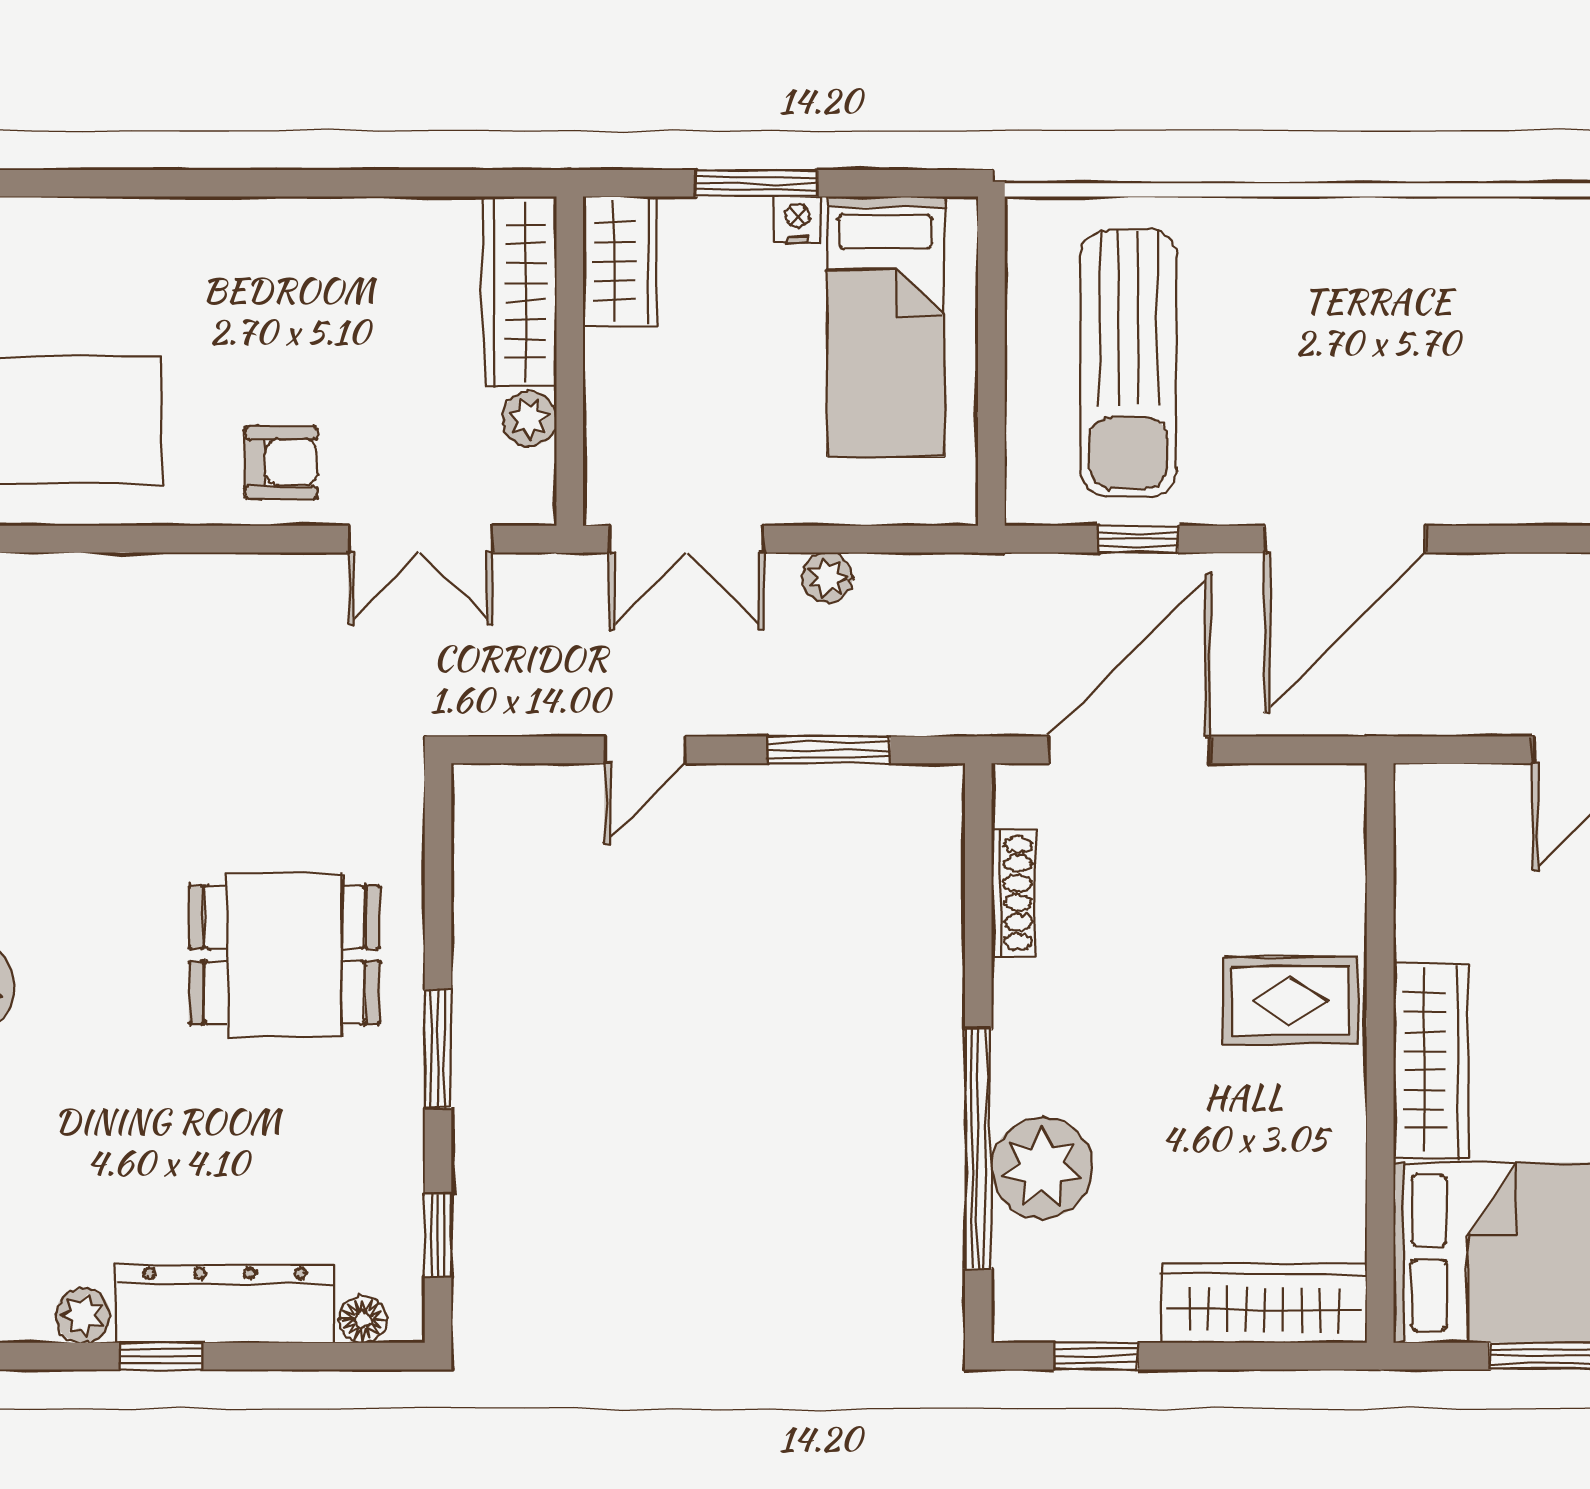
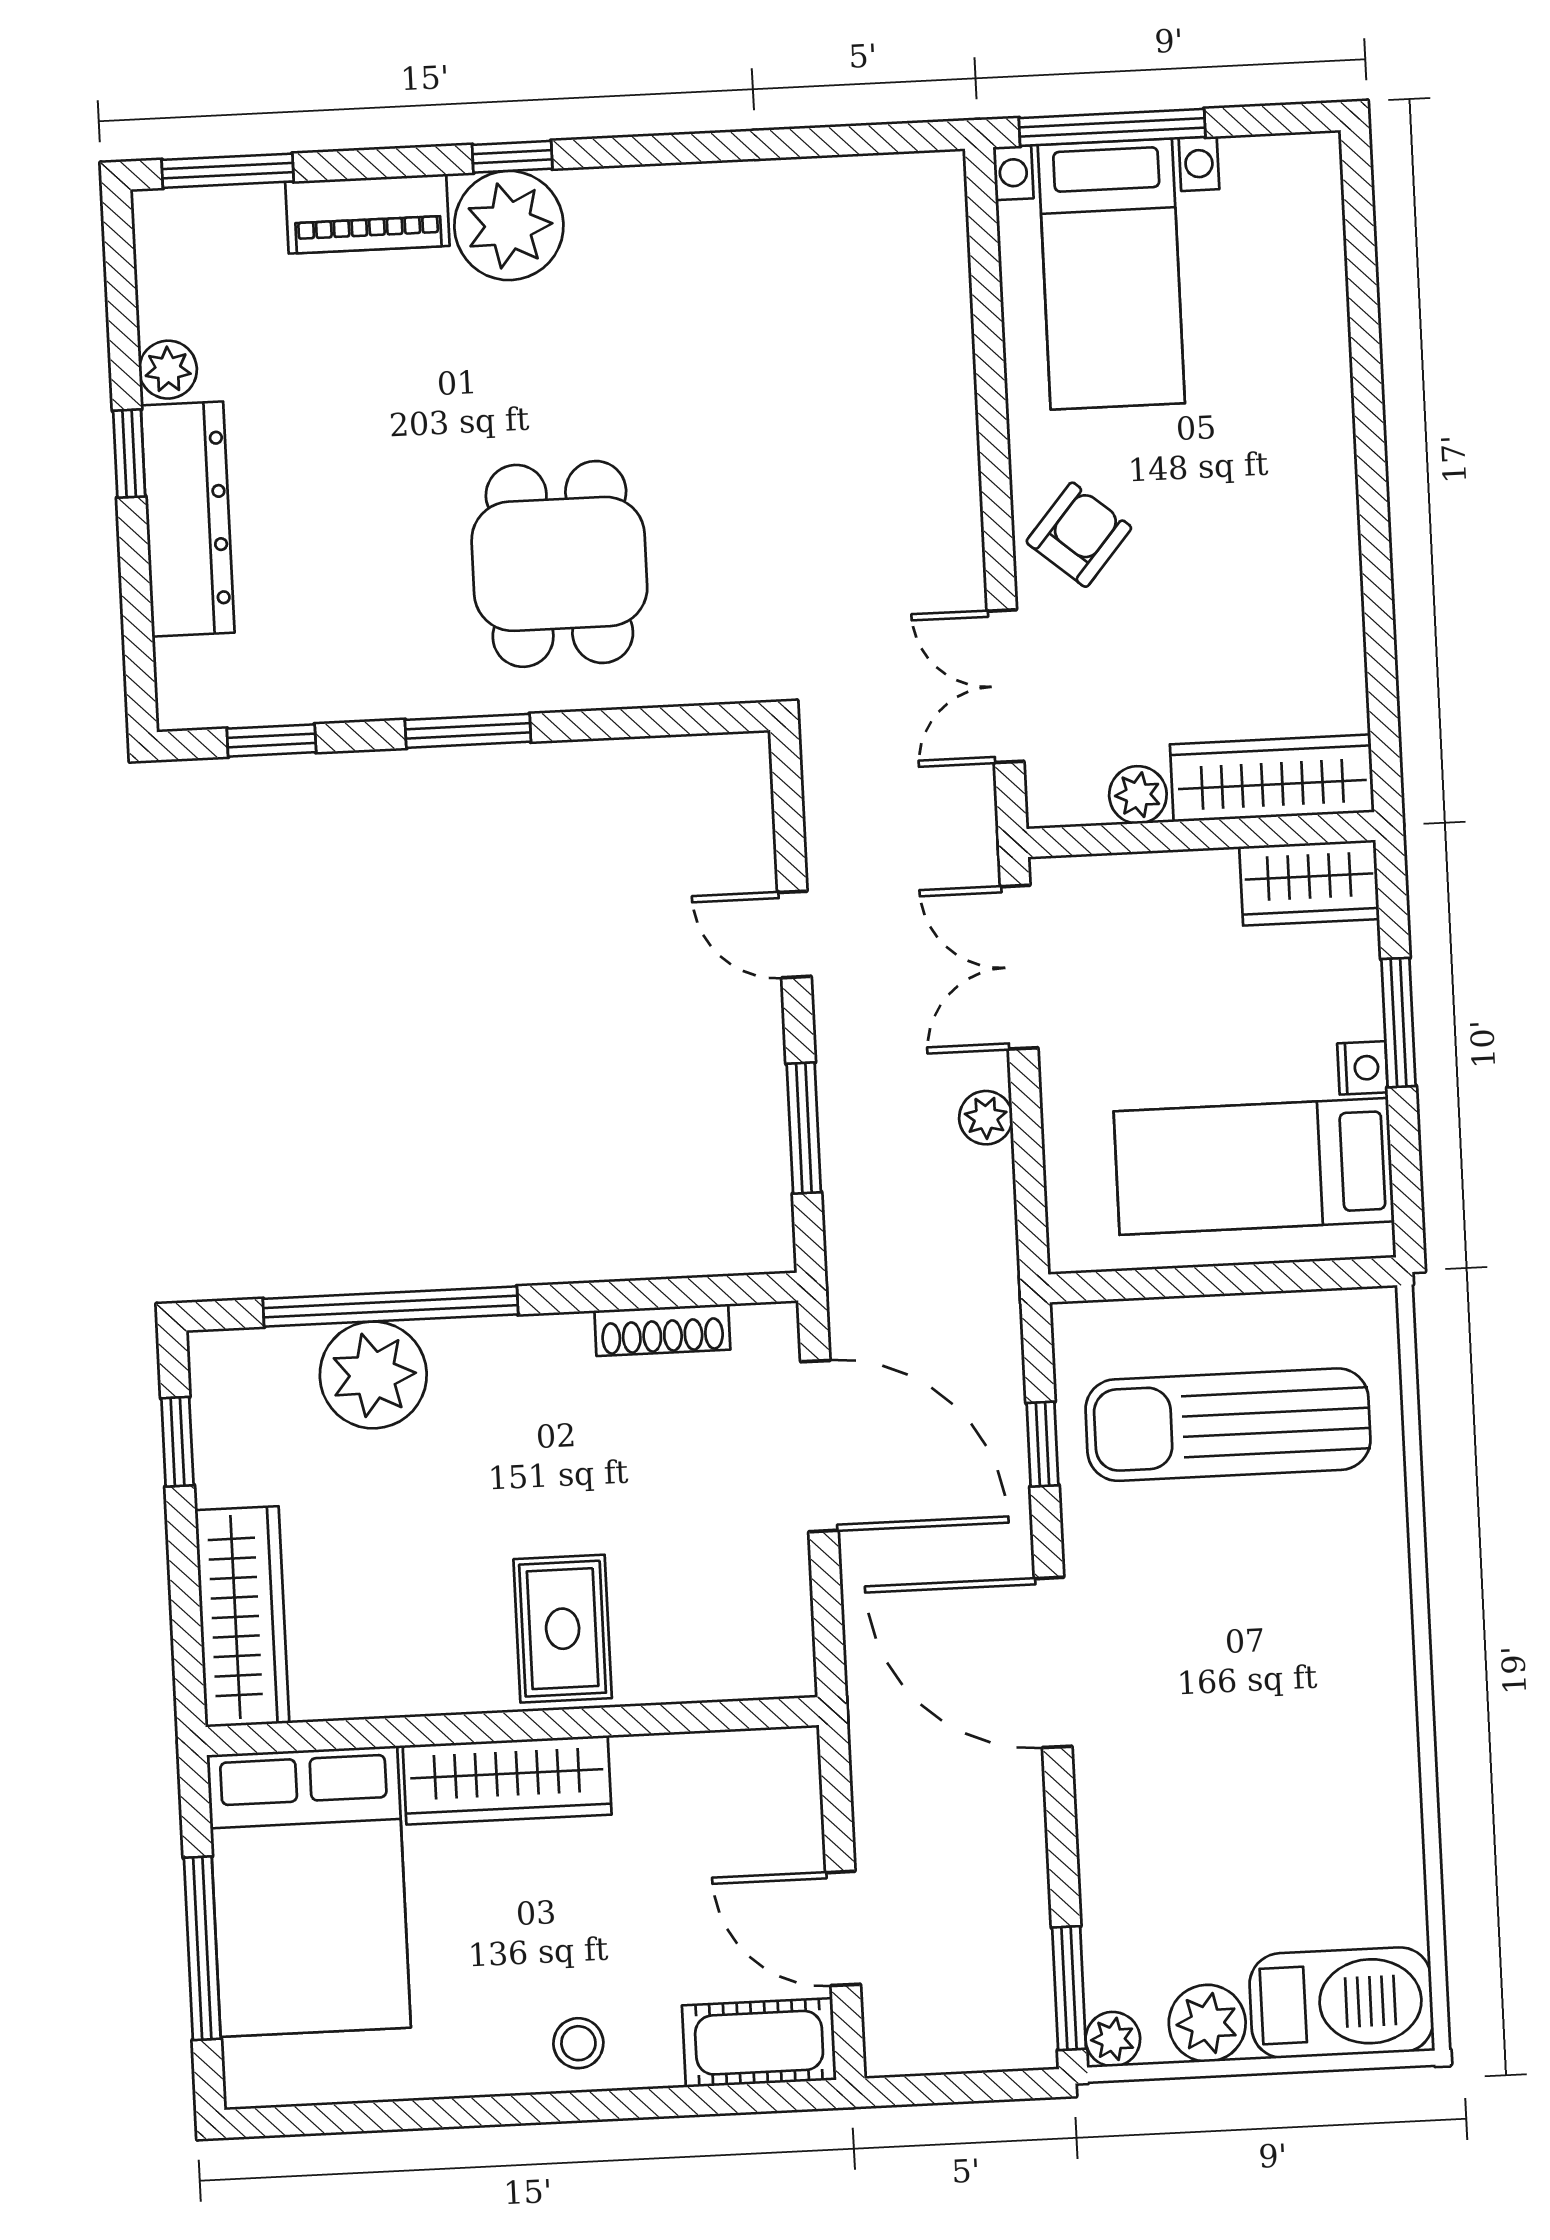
armchair: (281, 463) -> (1079, 535), turned -140
floor lamp: (363, 1320) -> (178, 666), removed

